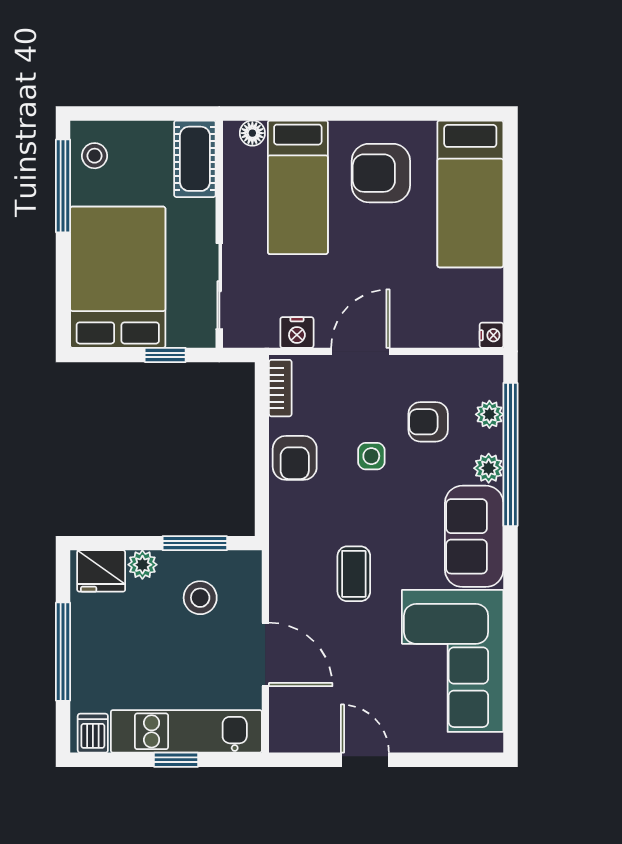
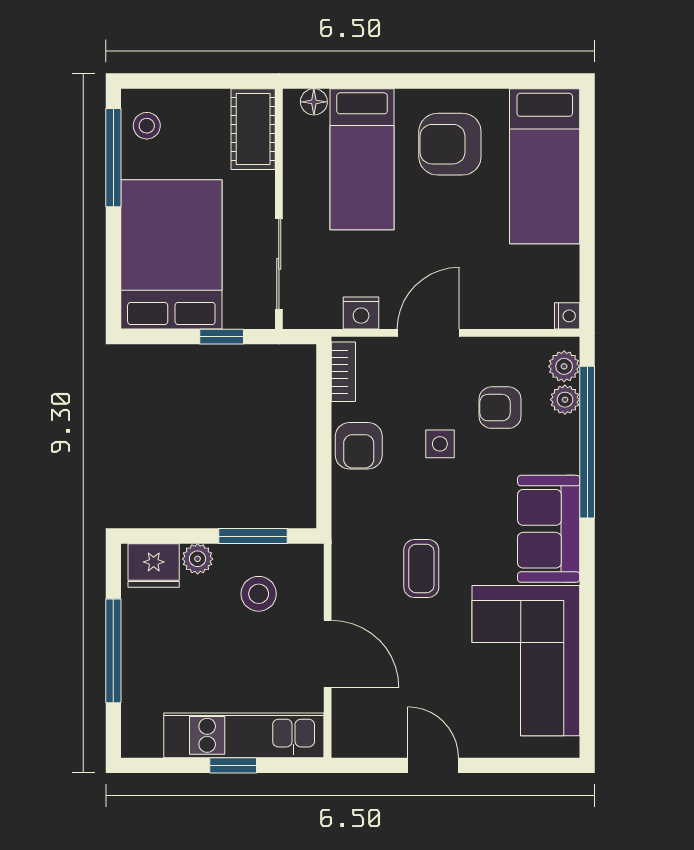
plant: (489, 468) -> (564, 366), moved
dishwasher: (93, 733) -> (145, 737), removed

